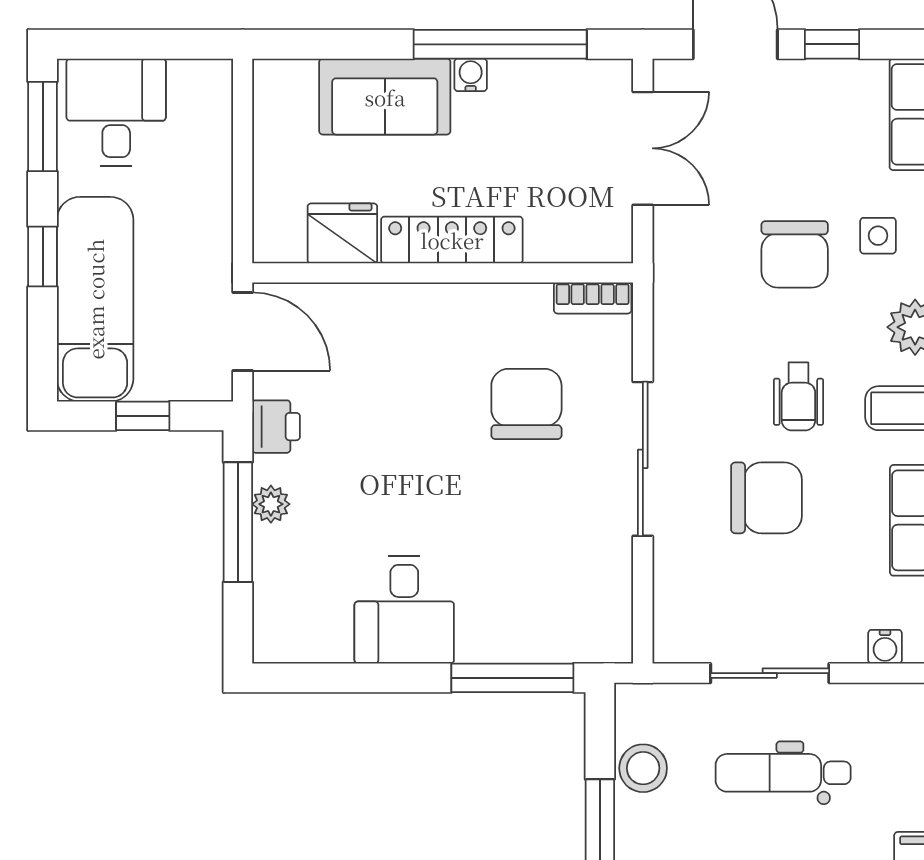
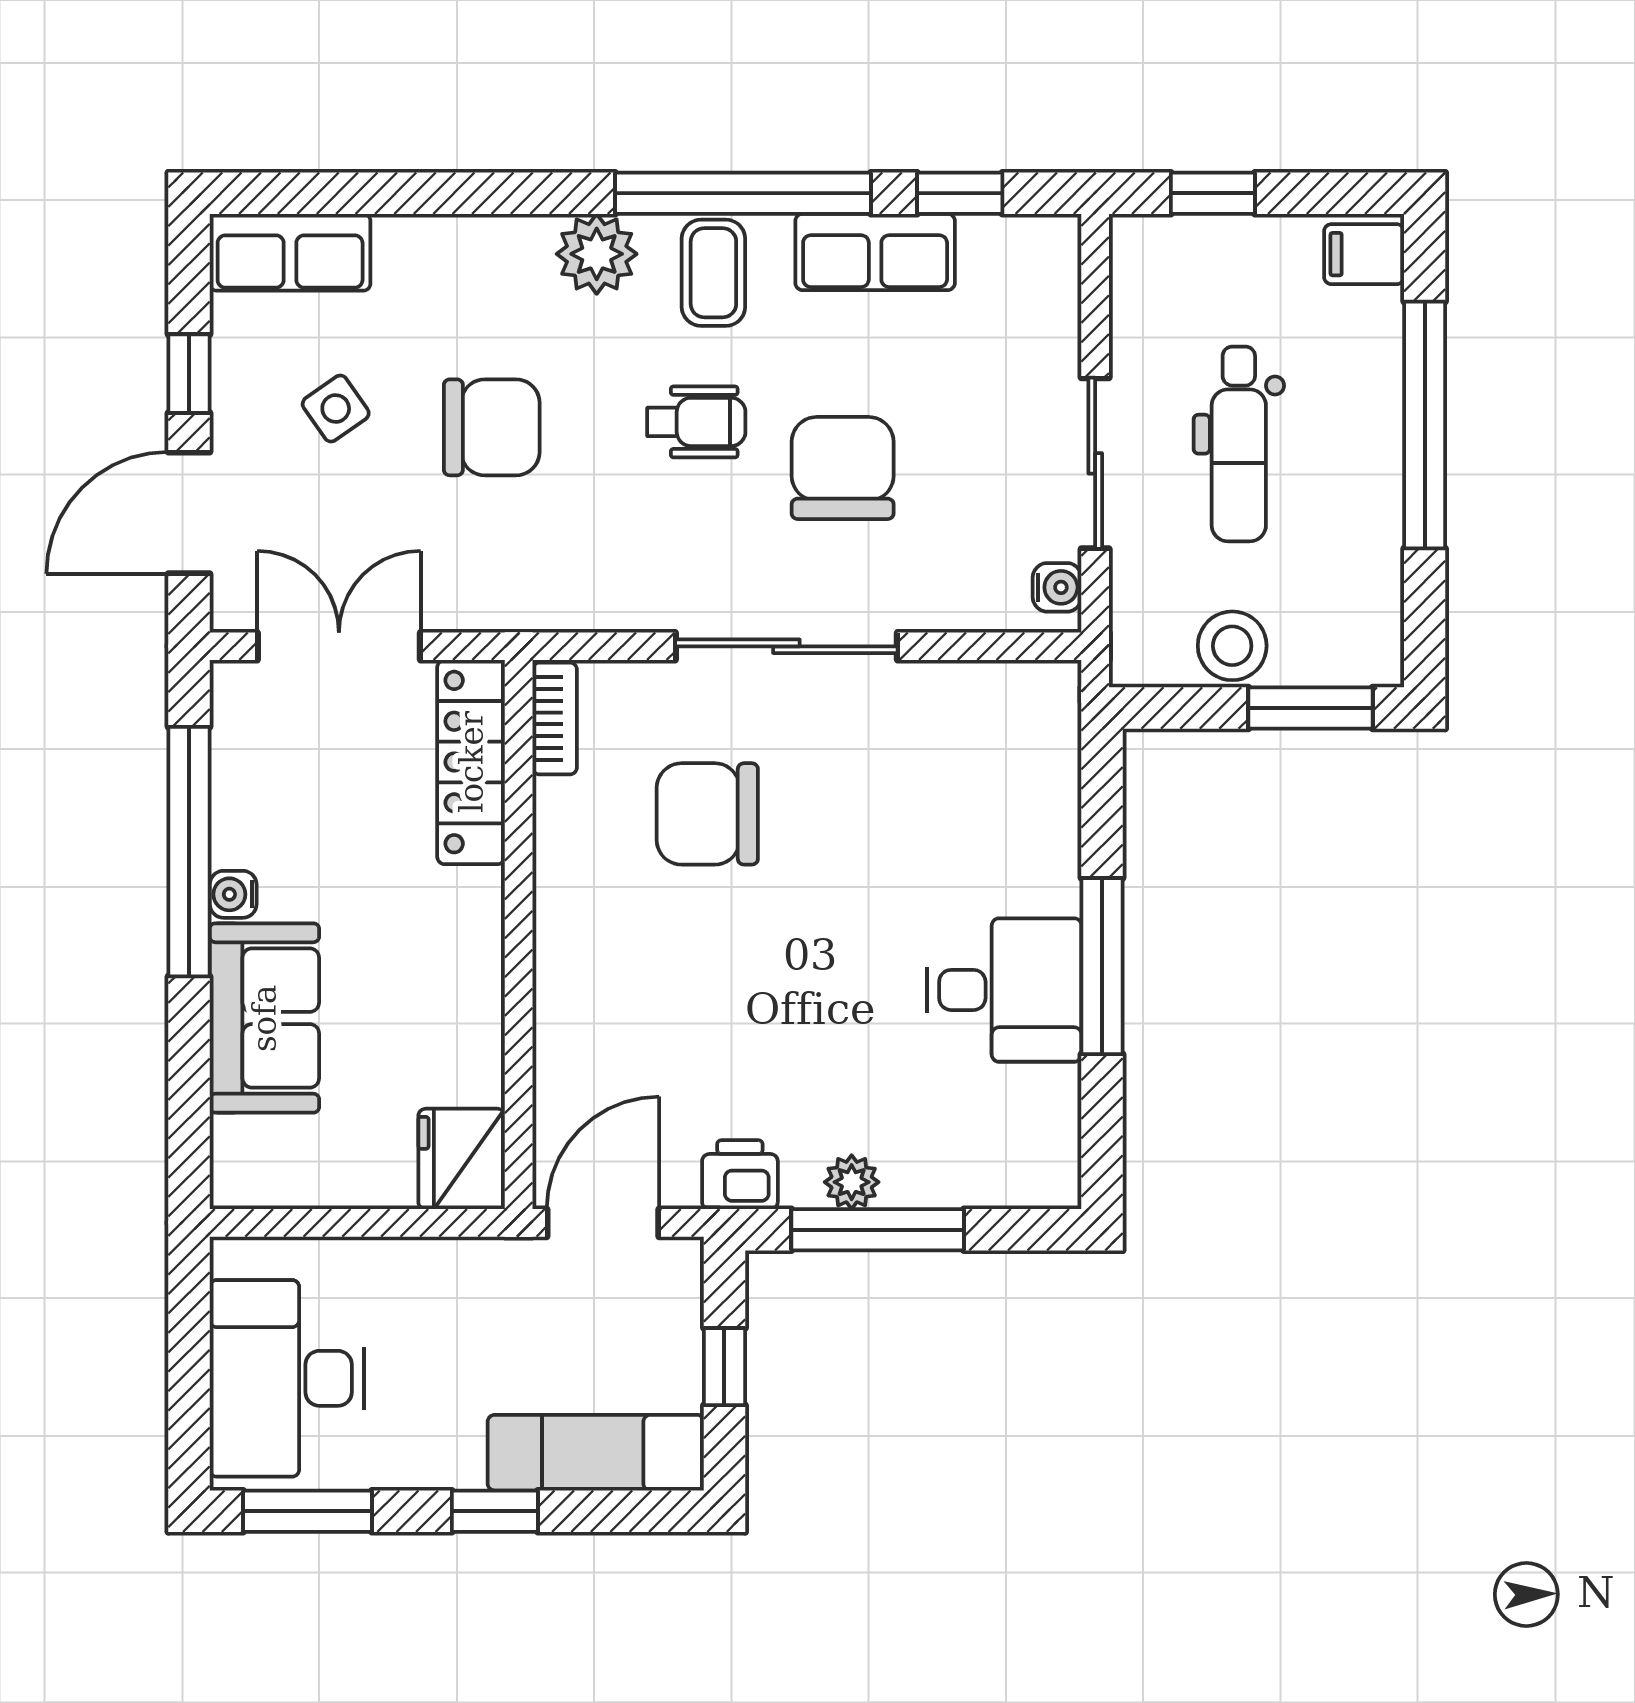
desk: (116, 112) -> (287, 1378), width x1.37
fridge: (342, 233) -> (462, 1159), moved
side table: (878, 236) -> (336, 408), moved, turned -35
locker: (452, 240) -> (471, 762), moved
exam couch: (95, 299) -> (596, 1453), width x0.73, depth x0.69
water cooler: (885, 647) -> (1057, 587), moved
window: (512, 678) -> (1102, 966), moved

